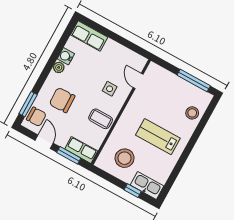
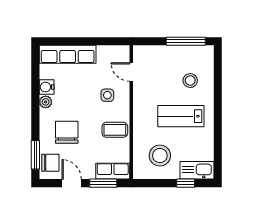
row of seats: (89, 36) -> (68, 54), width x1.48
chair: (62, 100) -> (67, 132), turned 92
stool: (192, 113) -> (190, 81), moved

